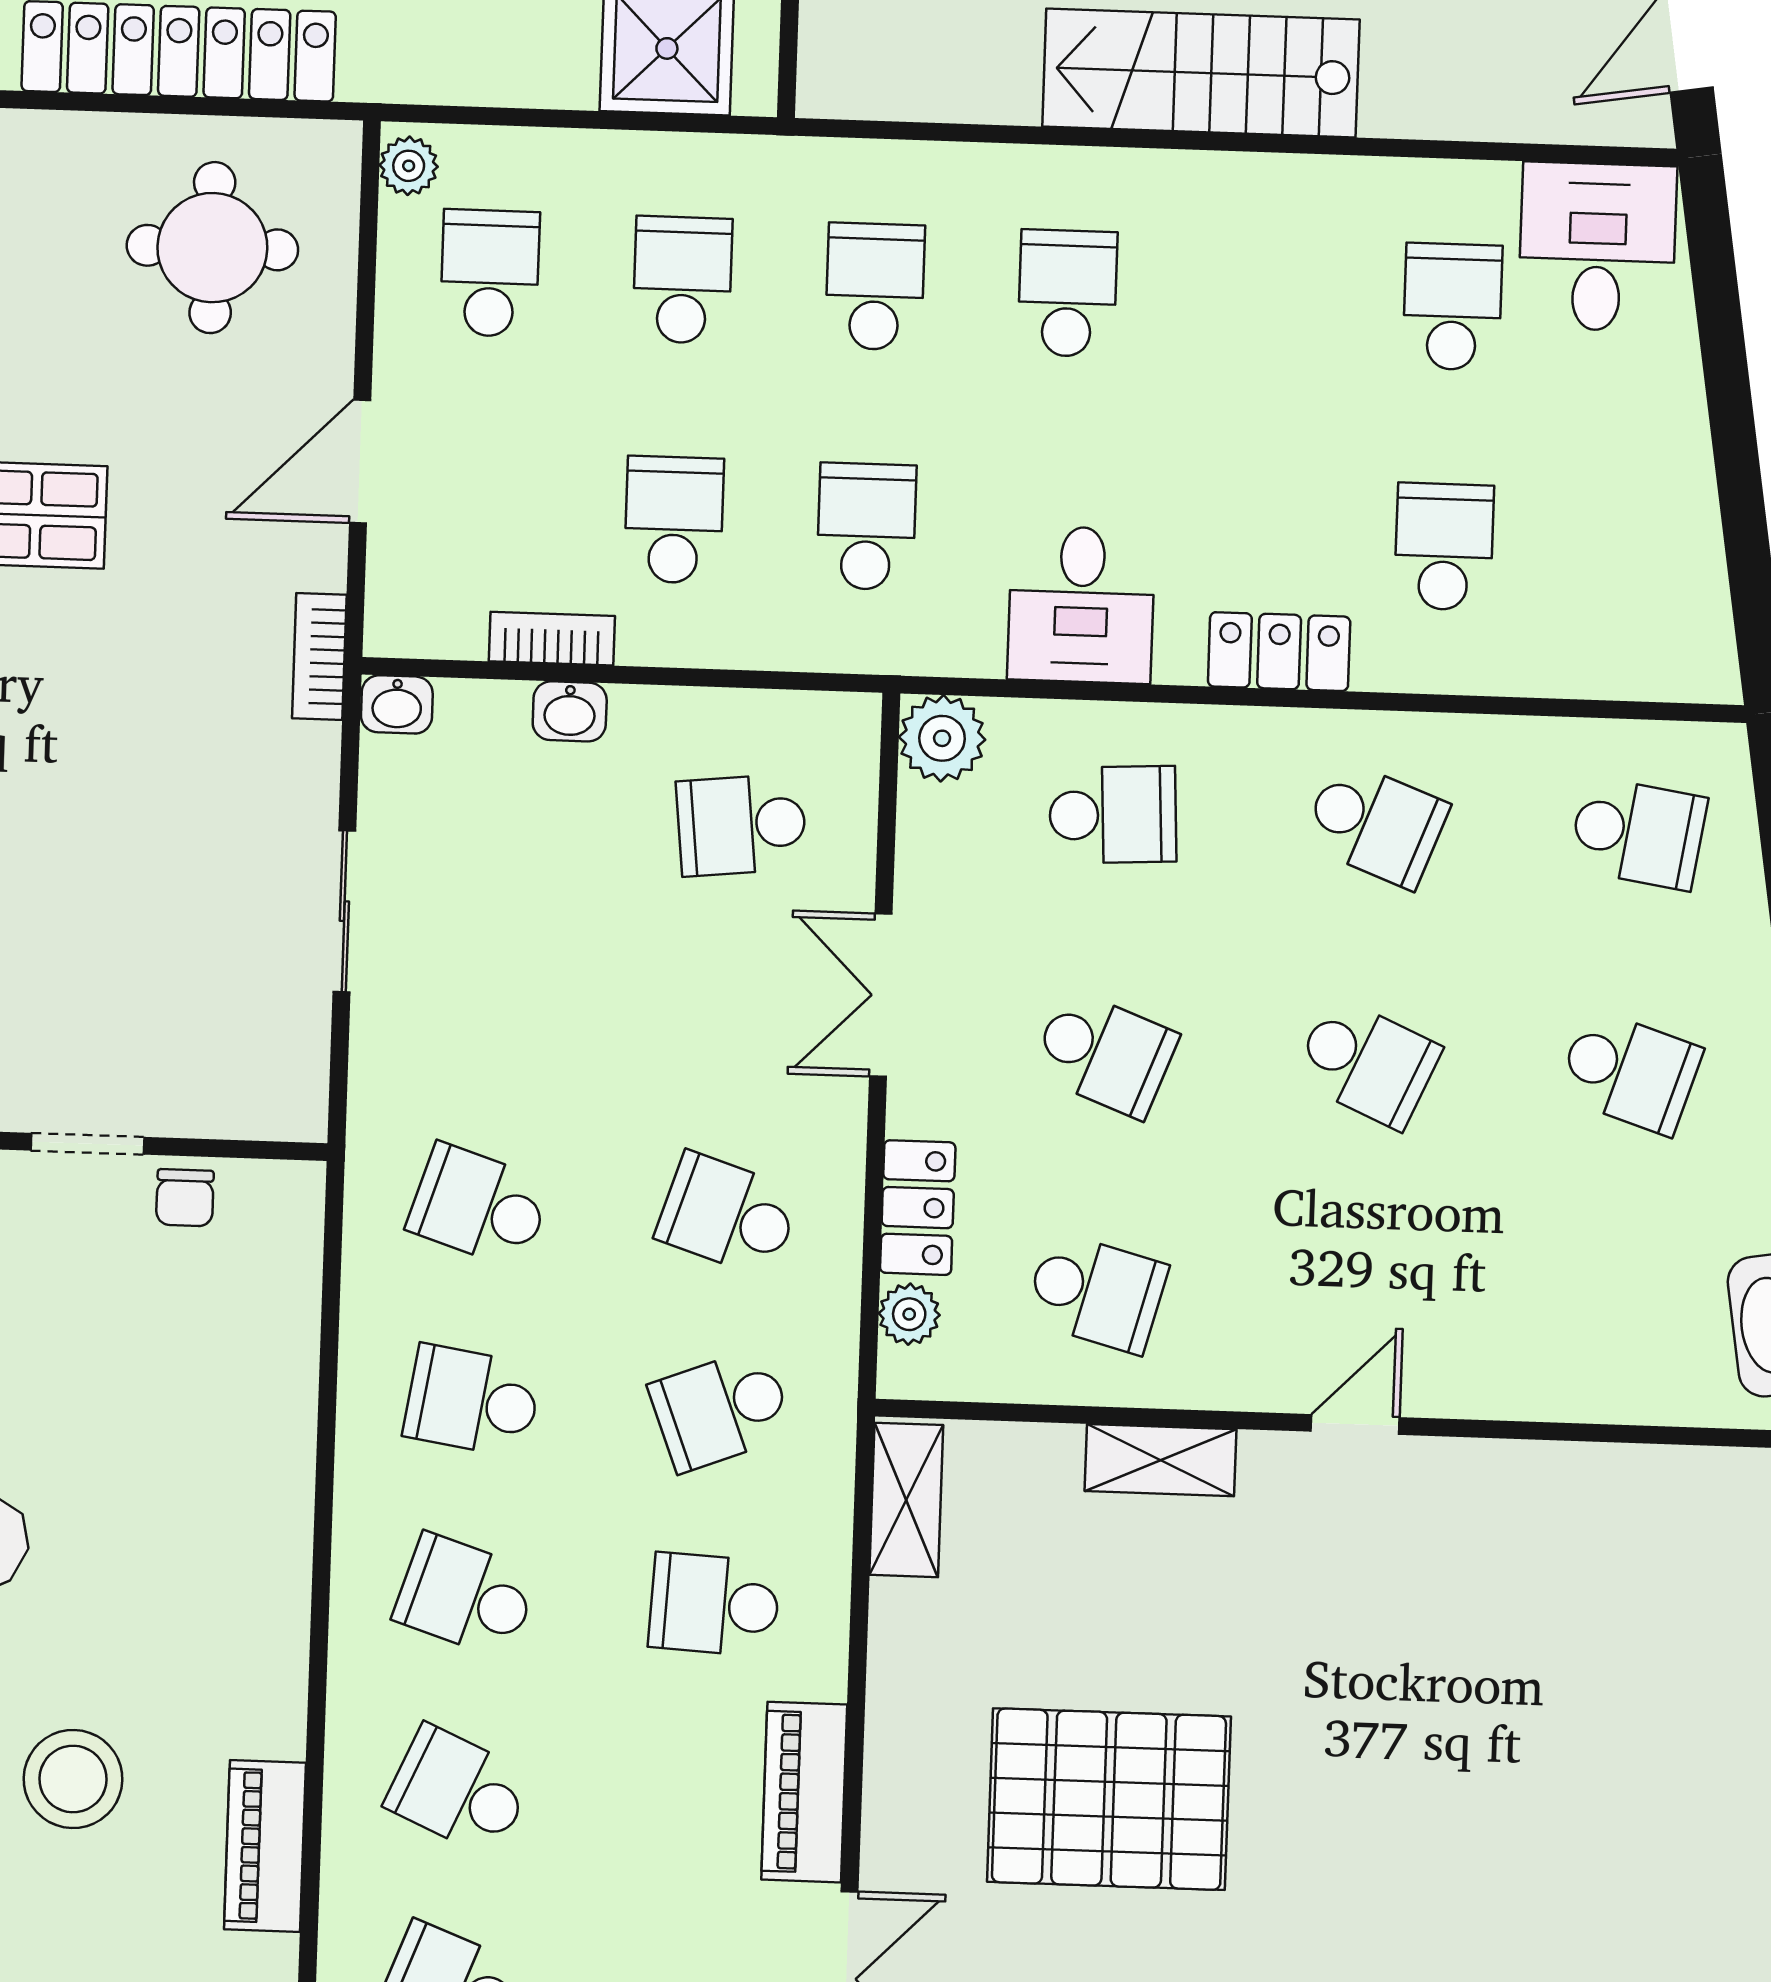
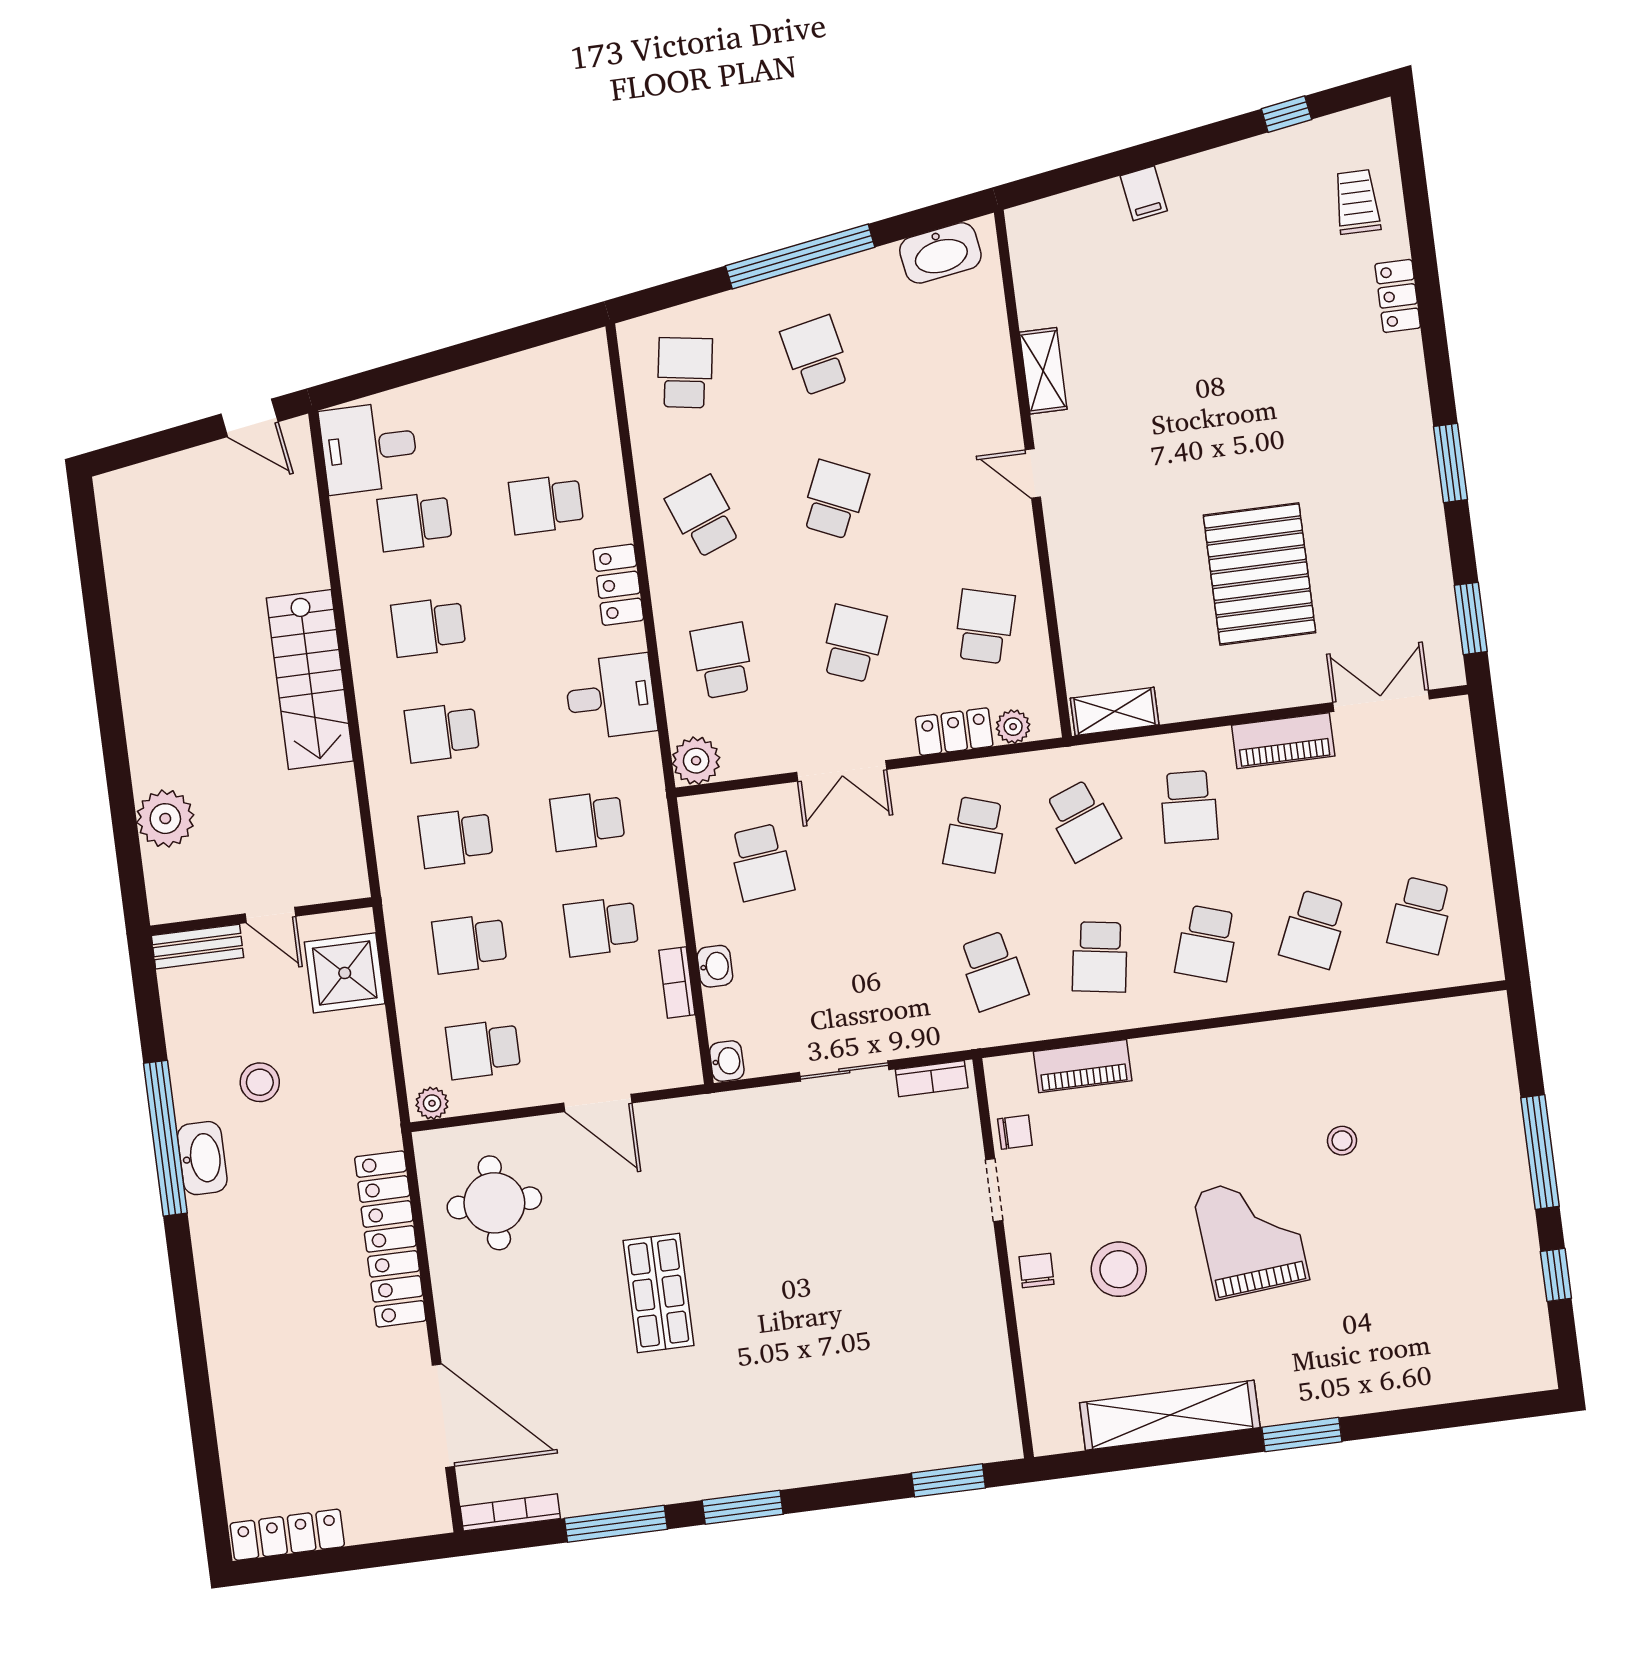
school desk: (1260, 300) -> (428, 627), added
bookcase: (319, 656) -> (932, 1079), moved
school desk: (1375, 824) -> (704, 517), turned -42
school desk: (1630, 1072) -> (816, 356), turned -30
school desk: (479, 1206) -> (993, 971), turned -30
shelving: (1160, 1460) -> (1043, 371), moved
stool: (73, 1779) -> (1342, 1141), width x0.53, depth x0.53
piano: (265, 1846) -> (1083, 1066), moved

